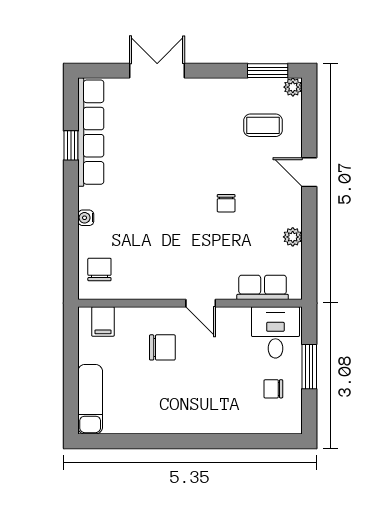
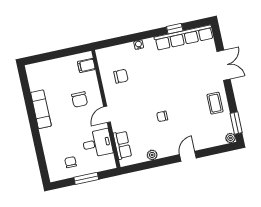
coffee table: (263, 125) -> (215, 103), moved
chair: (99, 270) -> (121, 76), moved
desk: (275, 332) -> (97, 143), moved
exam couch: (90, 399) -> (41, 109), moved, turned -90

